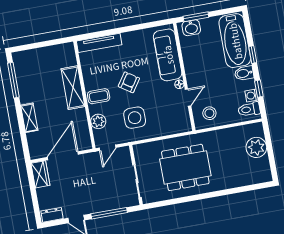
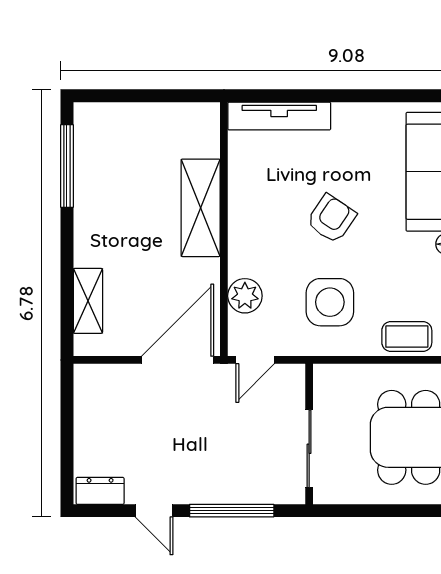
coffee table: (99, 96) -> (407, 336), moved
shelving: (29, 118) -> (88, 301), moved
door: (63, 156) -> (178, 360), moved
wardrobe: (40, 174) -> (90, 393), removed

